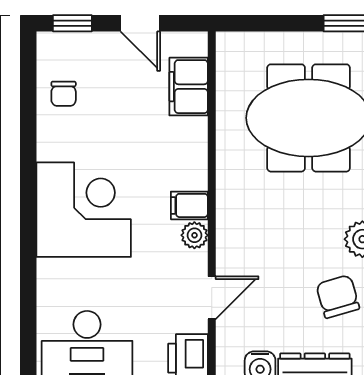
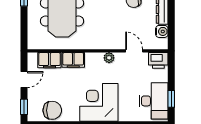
chair: (64, 94) -> (52, 110), width x1.87, depth x1.87
filing cabinet: (189, 205) -> (73, 60), moved, width x2.00

